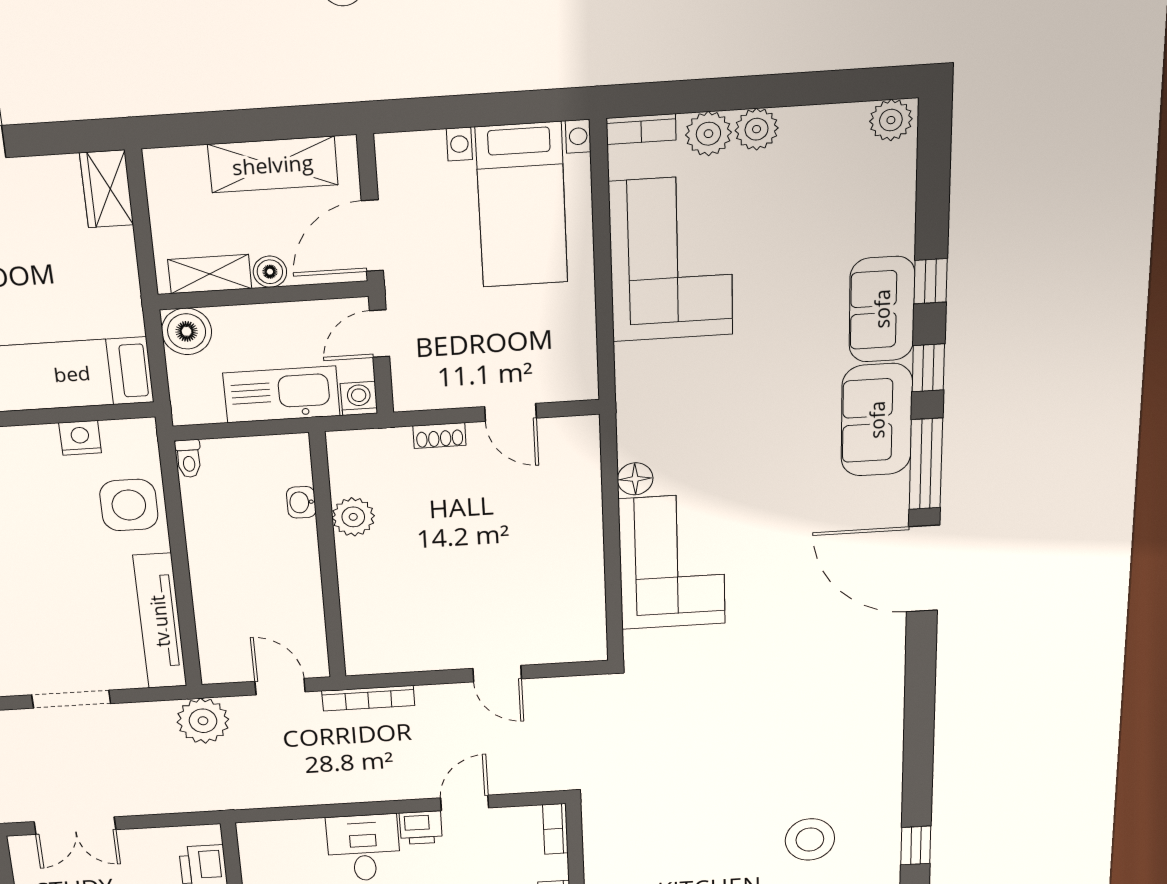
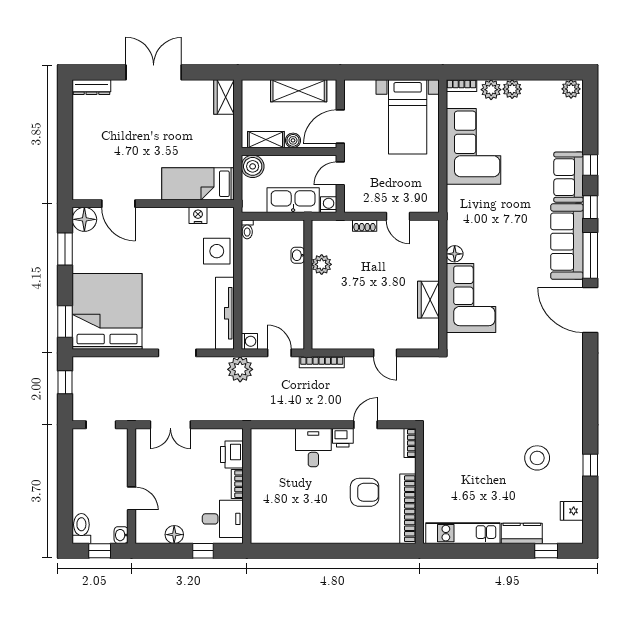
sofa: (877, 420) -> (567, 242), width x1.36
wardrobe: (582, 570) -> (428, 300), added
washing machine: (216, 669) -> (249, 341), added

